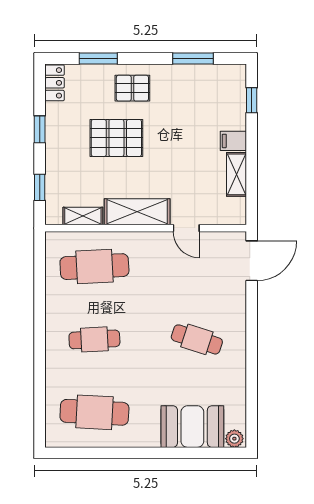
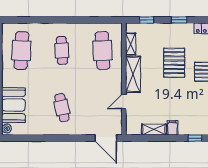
cafe table: (197, 339) -> (62, 108), turned -30

